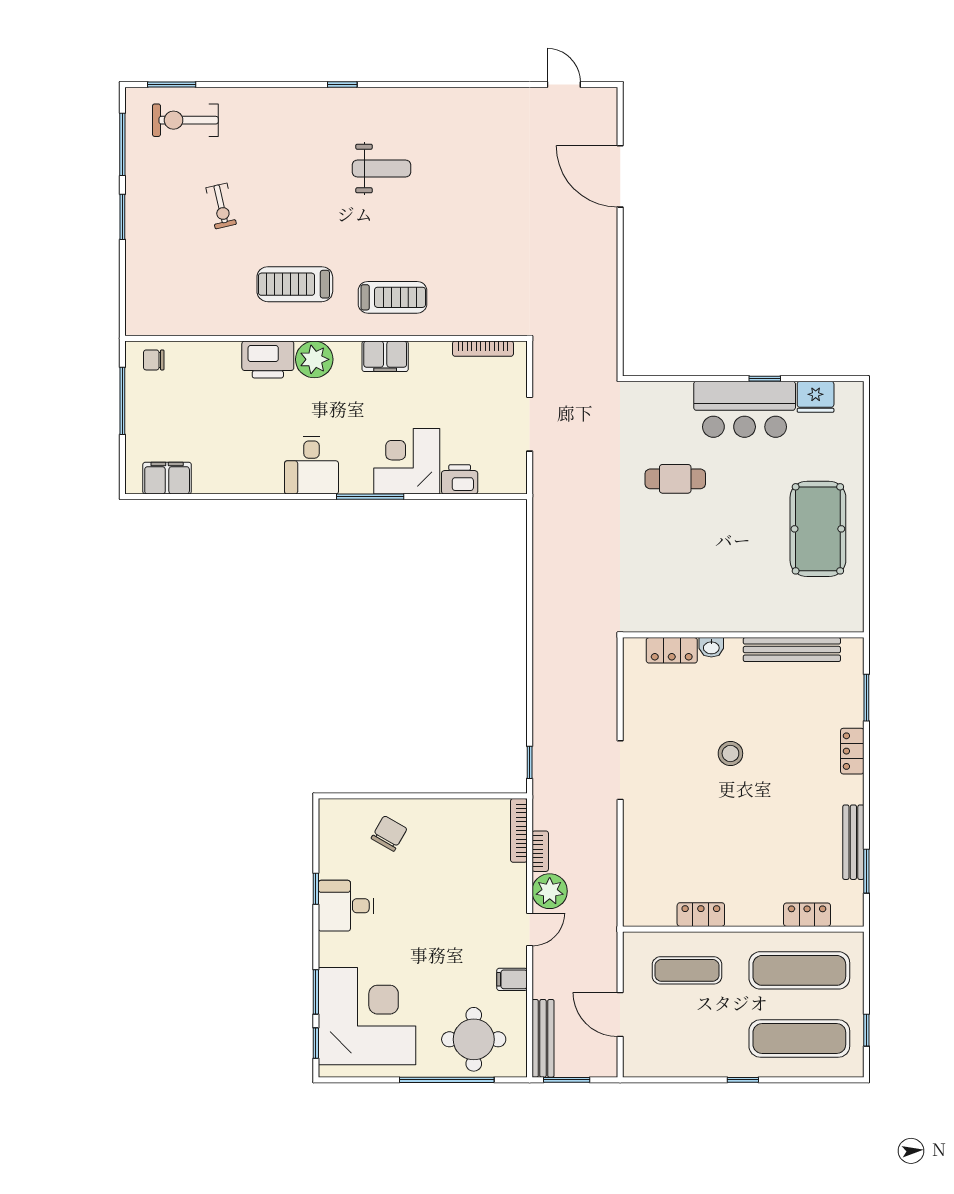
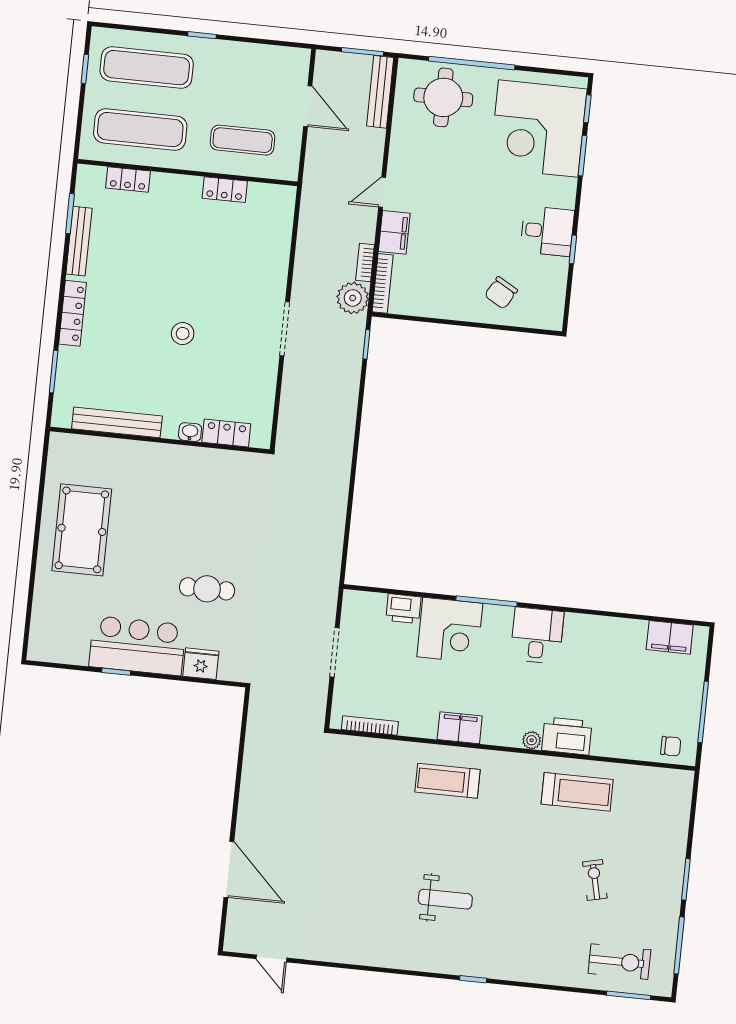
weight bench: (381, 169) -> (445, 899), turned 180
treadmill: (295, 284) -> (577, 792), moved
plant: (314, 359) -> (532, 740), width x0.53, depth x0.53
fridge: (816, 397) -> (201, 664), moved
locker: (852, 751) -> (73, 313), width x1.53
plant: (550, 891) -> (353, 298), moved
filing cabinet: (512, 979) -> (394, 232), moved, width x2.00

